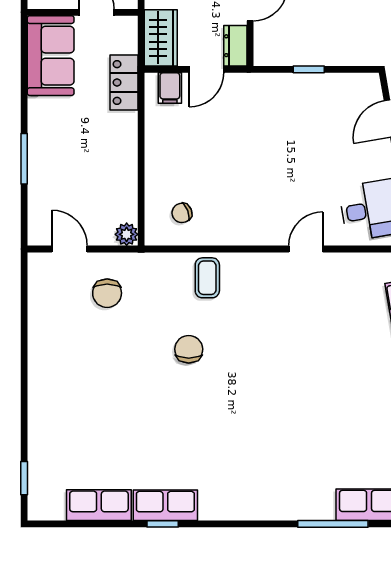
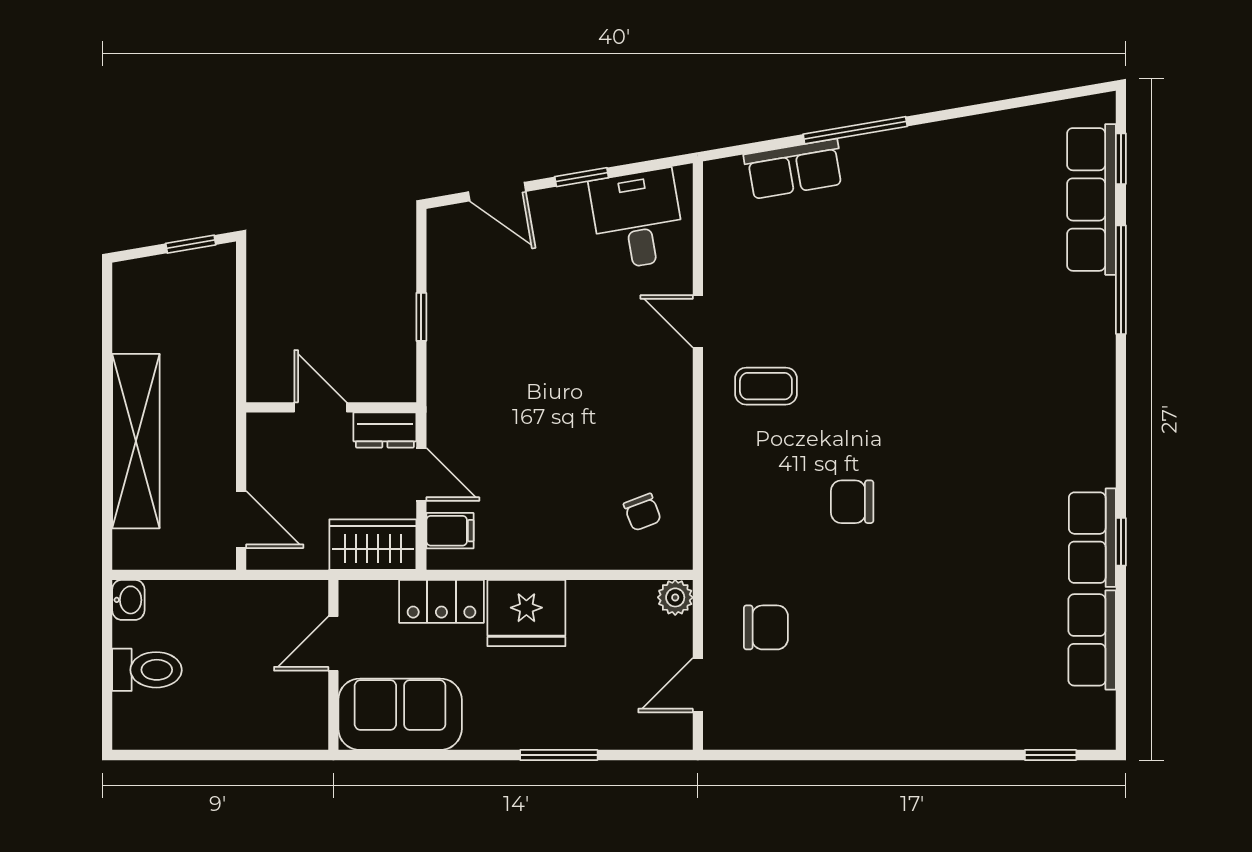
fridge: (116, 138) -> (526, 613), added
coffee table: (207, 278) -> (766, 386), moved

